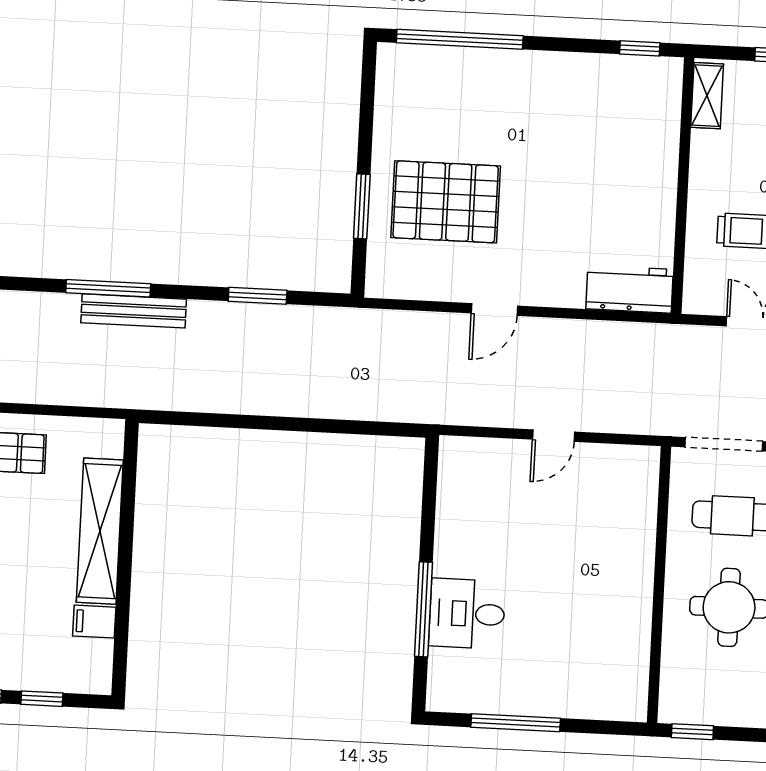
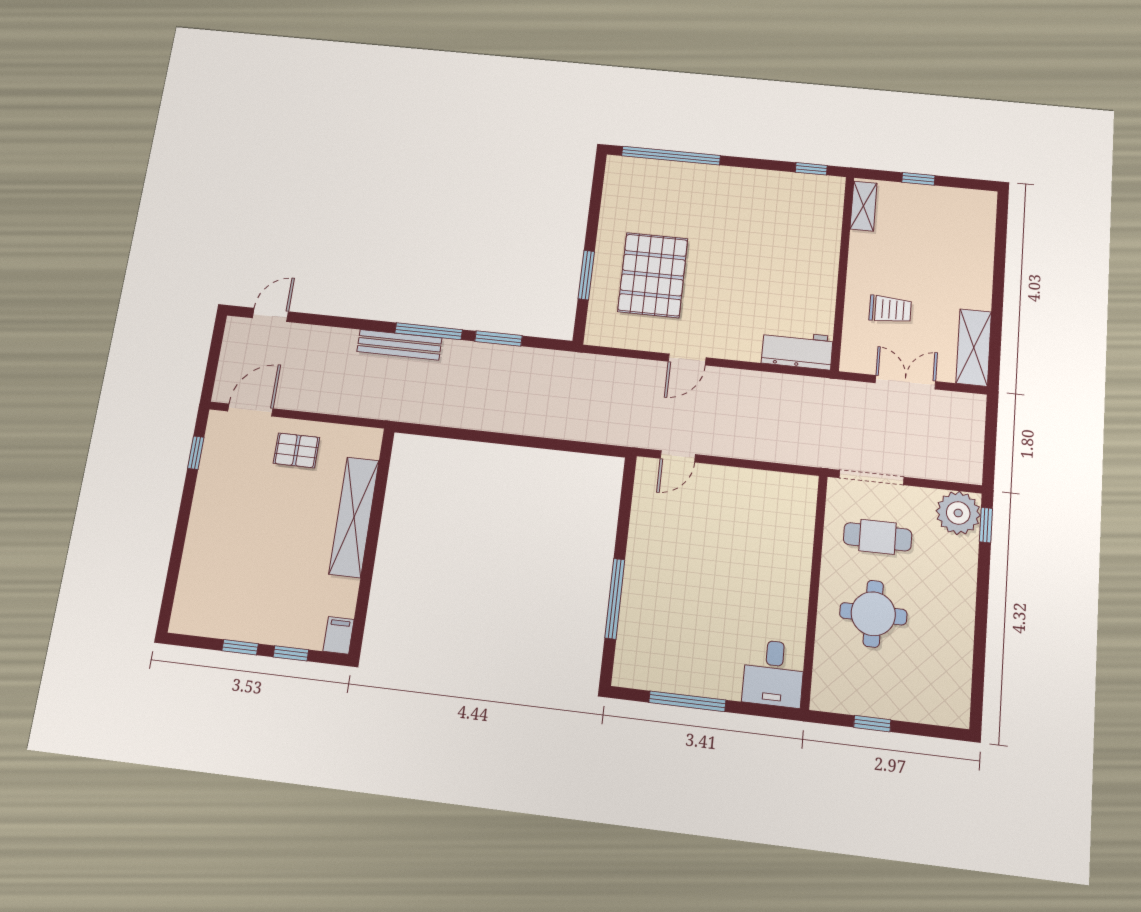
pallet: (446, 202) -> (653, 275), turned 90
window: (108, 288) -> (429, 331), moved
door: (553, 436) -> (678, 456), moved
desk: (467, 614) -> (774, 673), moved, turned -90
filing cabinet: (94, 622) -> (339, 635), moved, turned 90
window: (692, 732) -> (872, 724), moved

